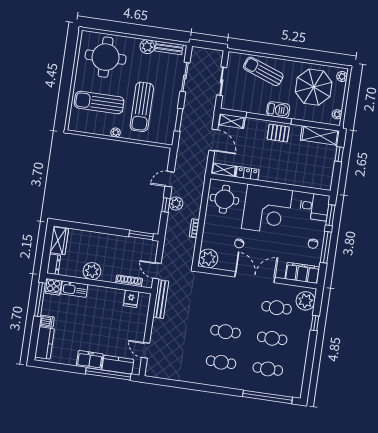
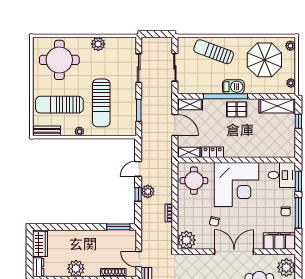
bench: (169, 48) -> (47, 131), moved

